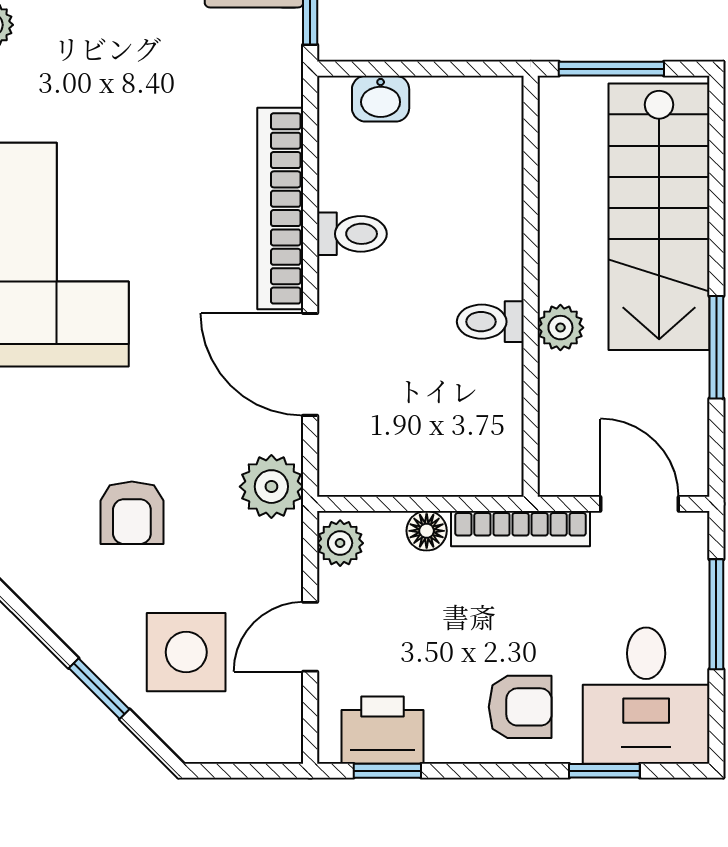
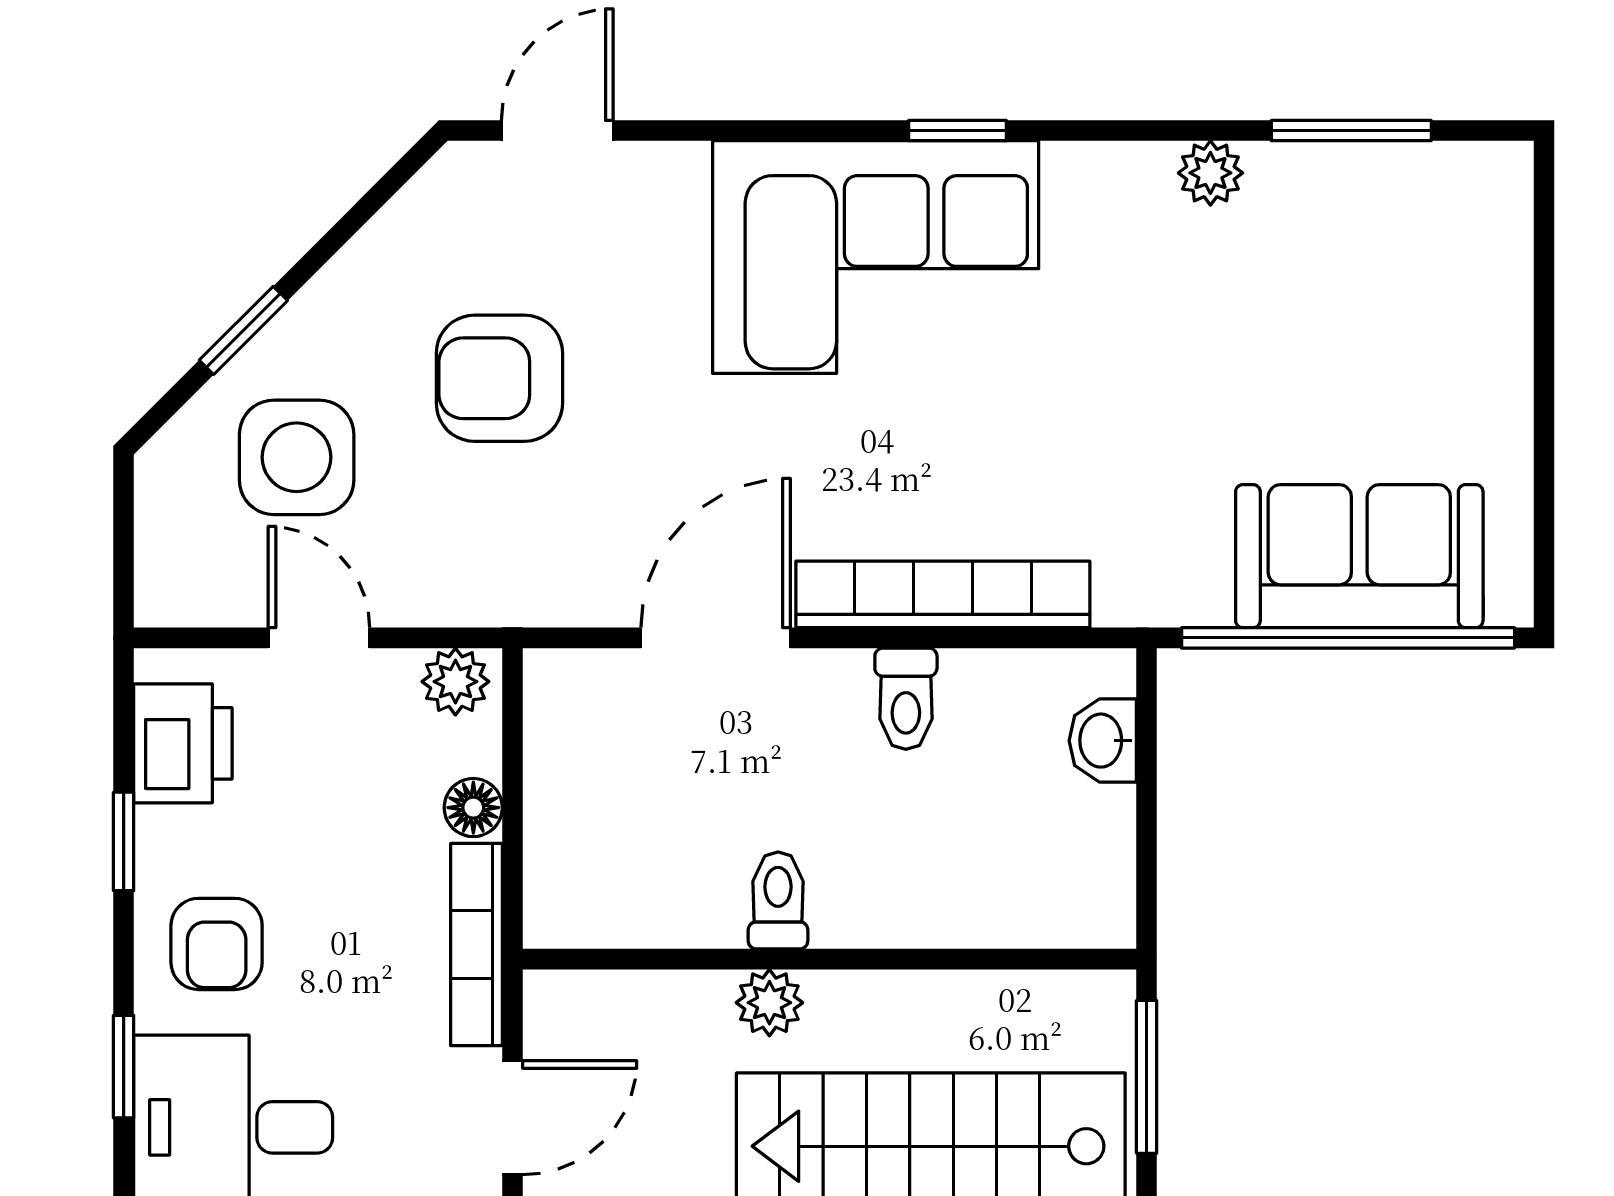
plant: (271, 487) -> (538, 582), removed
armchair: (132, 513) -> (499, 378), width x1.38, depth x1.38
window: (387, 771) -> (124, 841), moved

